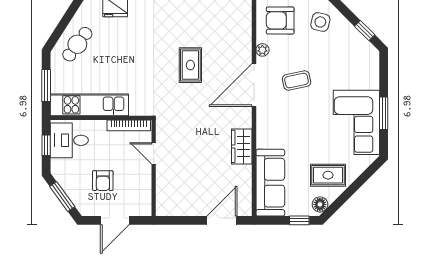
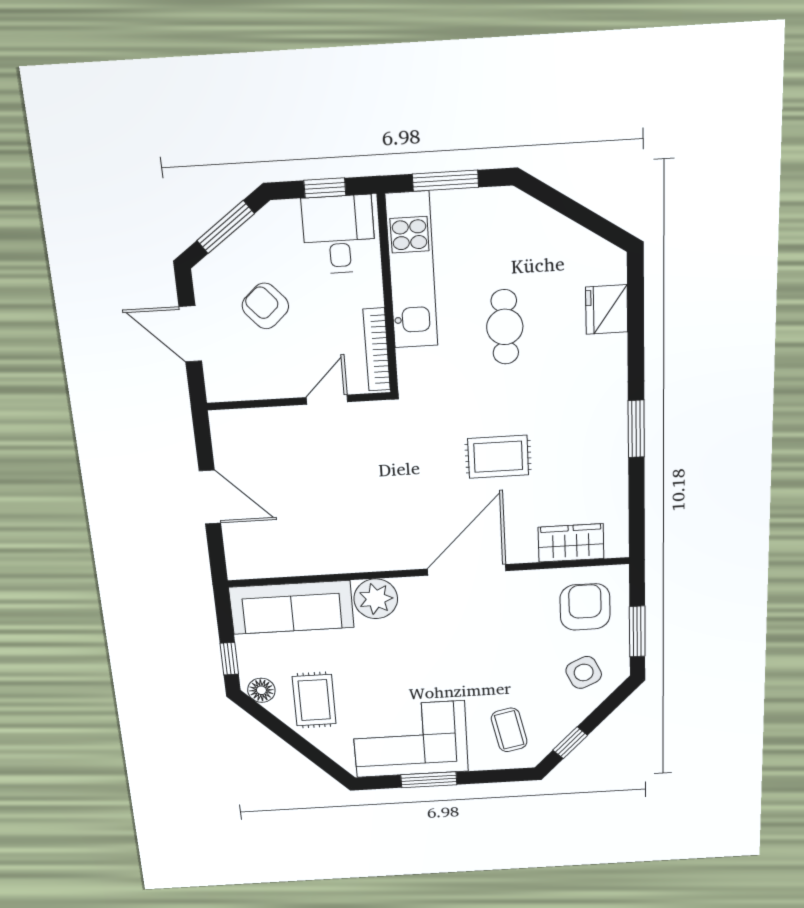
side table: (320, 22) -> (584, 672), turned -38
cafe table: (77, 44) -> (505, 327), moved, turned 53
plant: (262, 50) -> (376, 599), moved, width x1.88, depth x1.88
coffee table: (297, 81) -> (509, 730), moved
door: (254, 85) -> (467, 570), hinge flipped
wardrobe: (242, 146) -> (571, 543), moved
armchair: (103, 181) -> (265, 306), turned 48
door: (222, 220) -> (210, 497), moved

